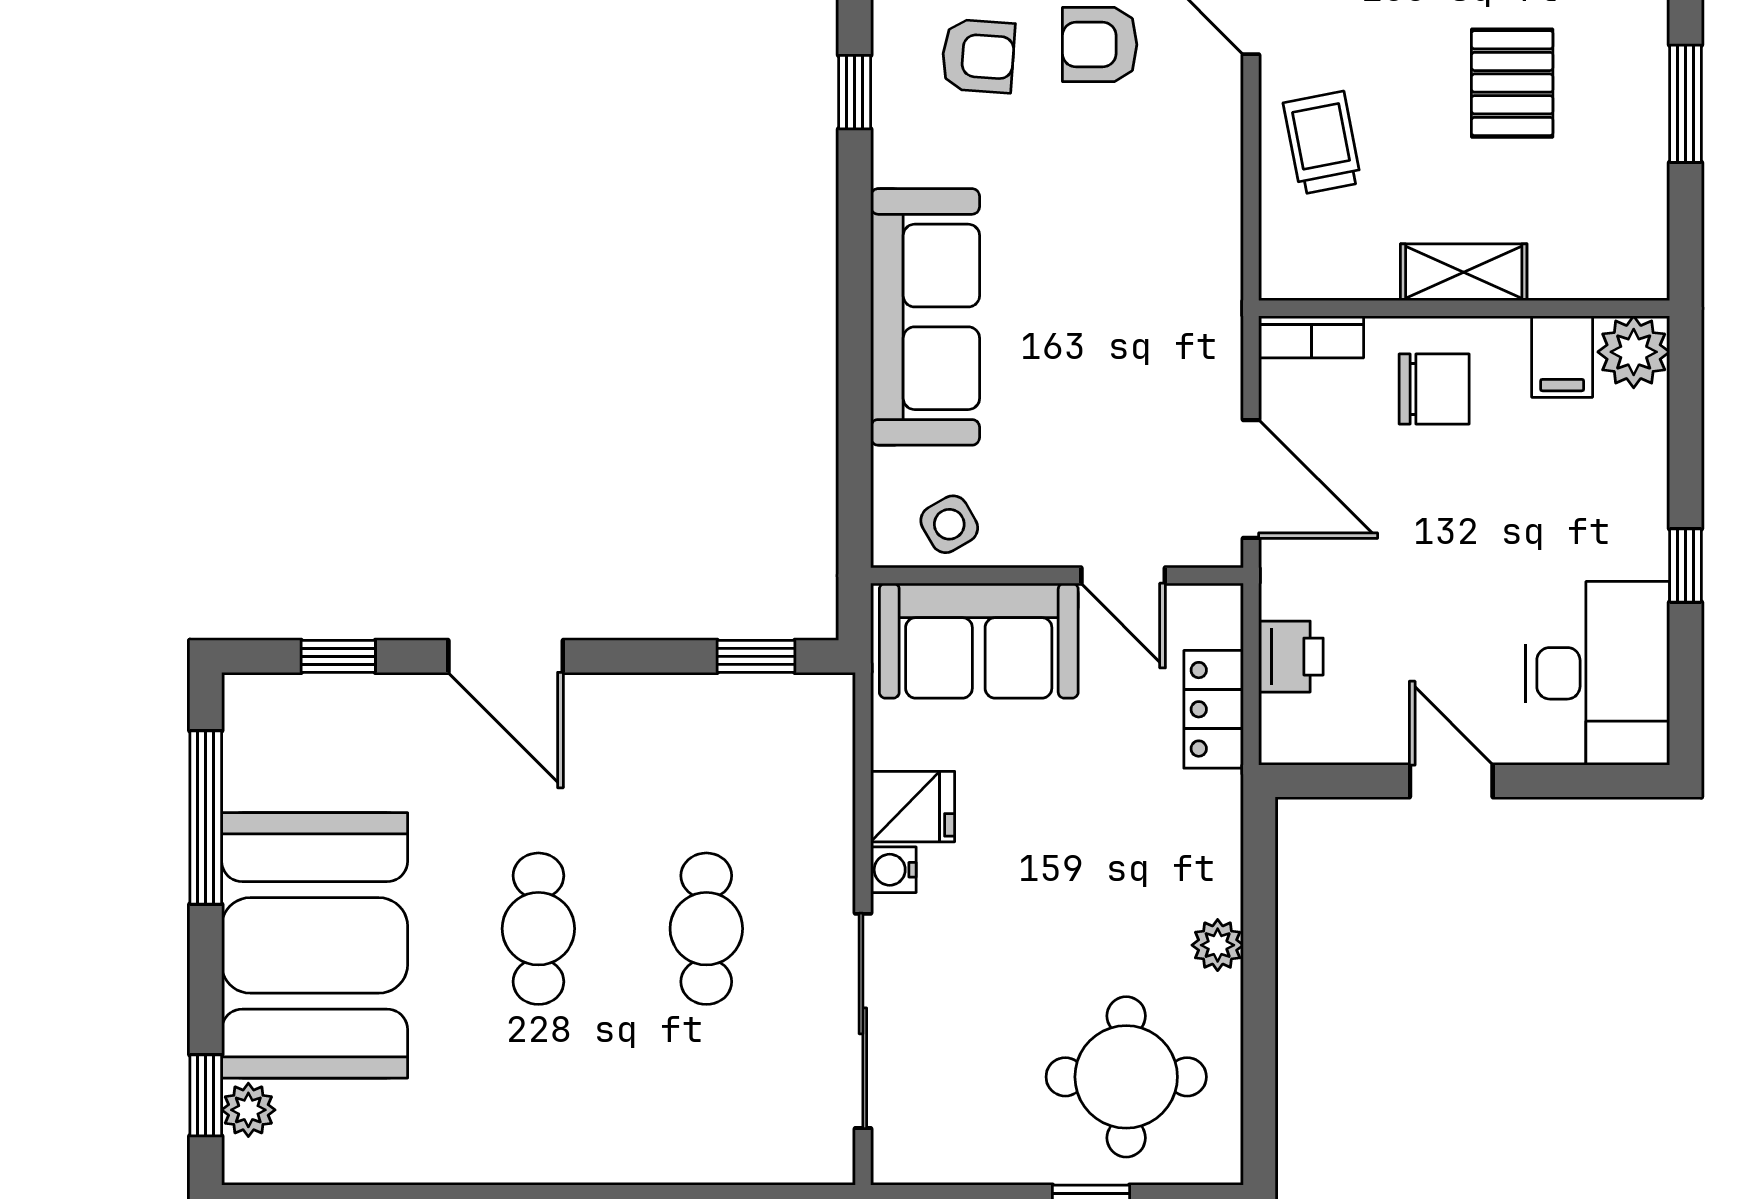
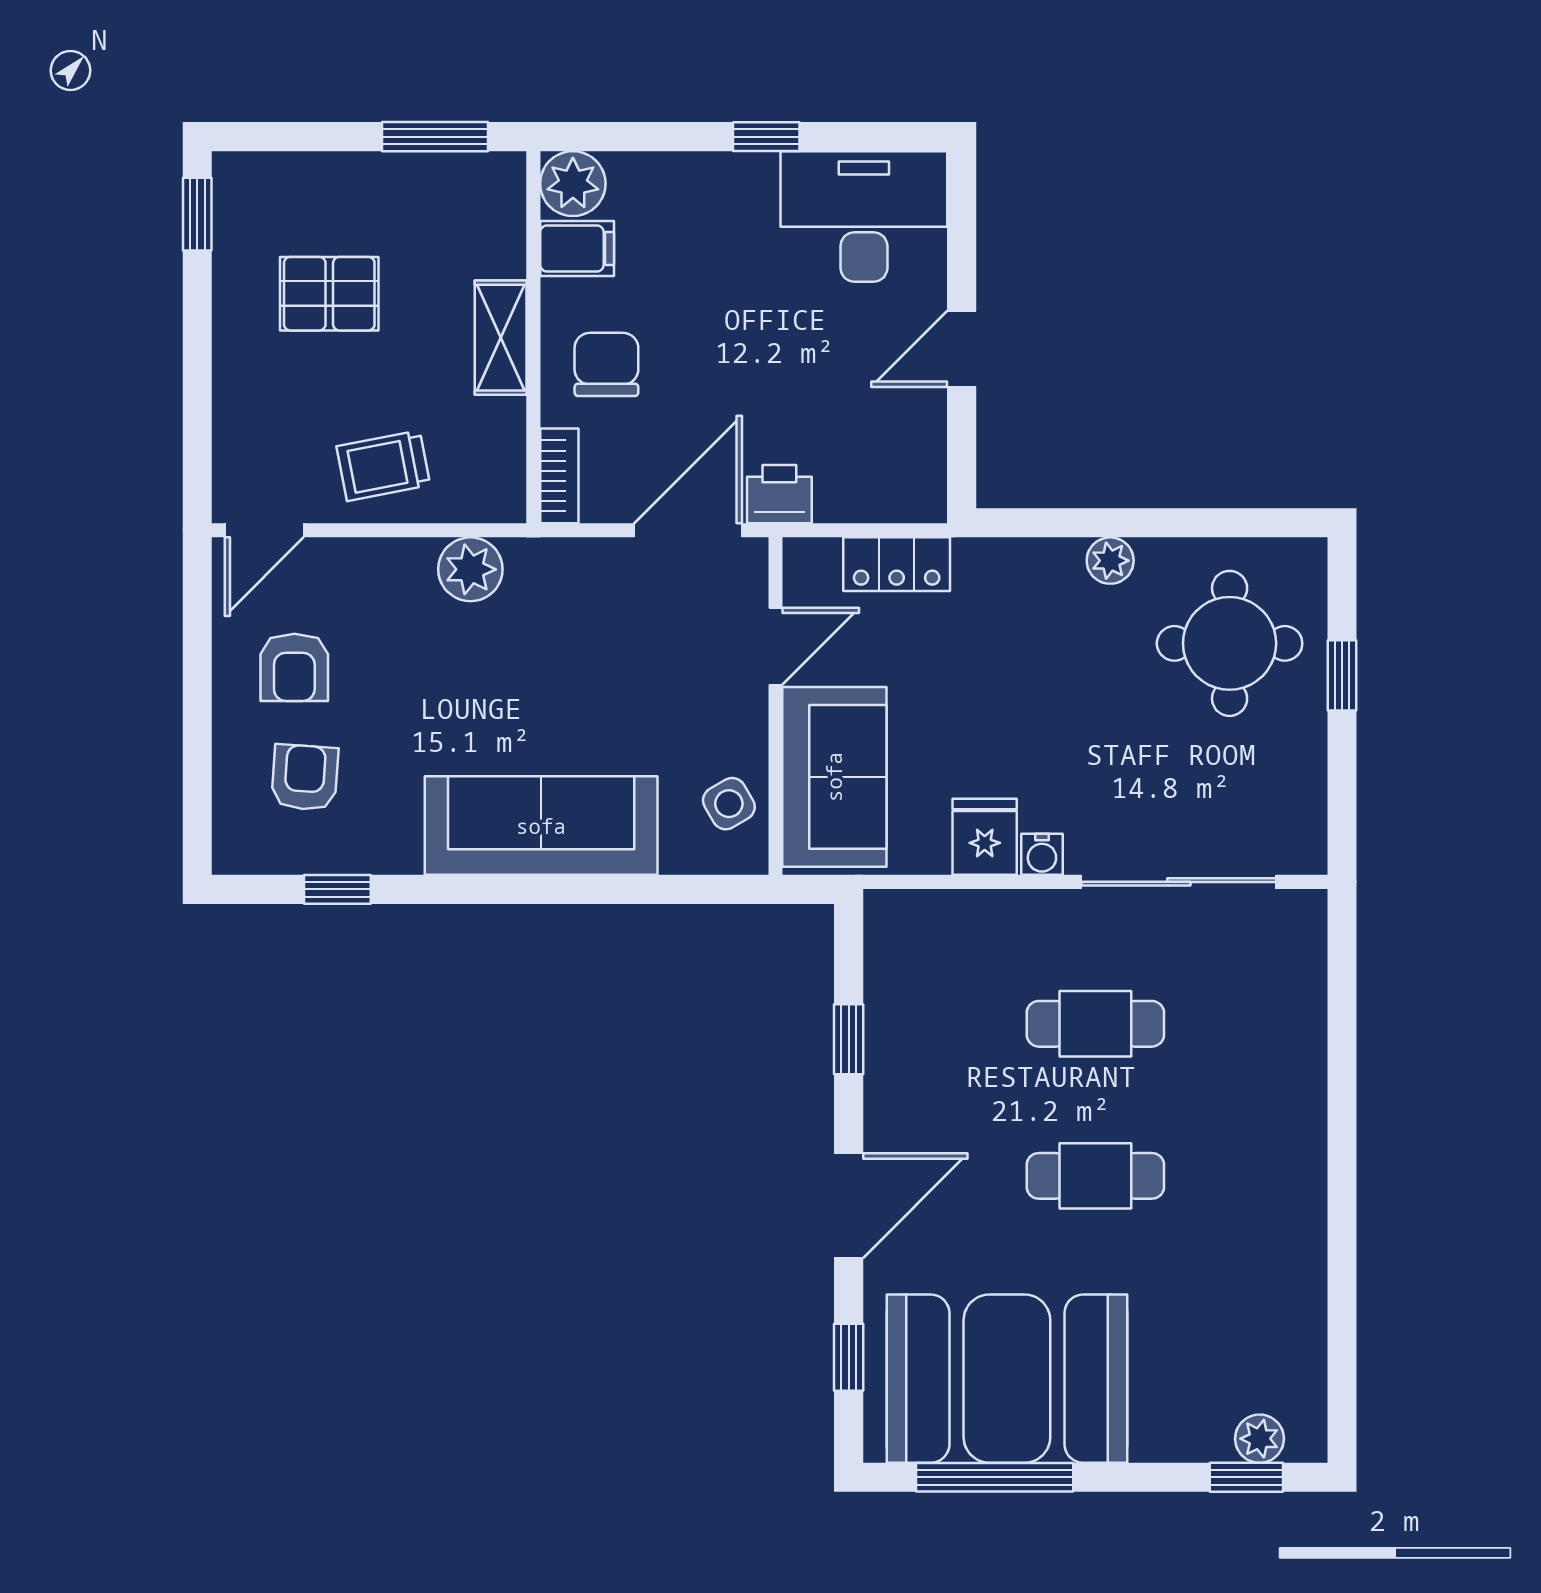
window: (1686, 104) -> (435, 137), moved
plant: (1208, 239) -> (470, 569), added
window: (756, 656) -> (849, 1039), moved
printer: (1291, 657) -> (779, 494), moved
booth: (315, 945) -> (1007, 1379), moved

